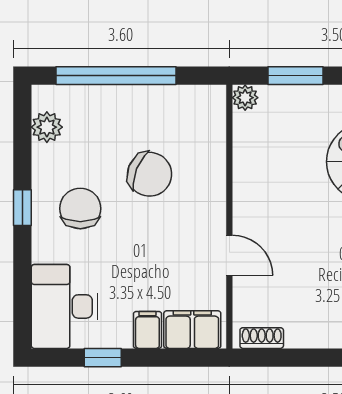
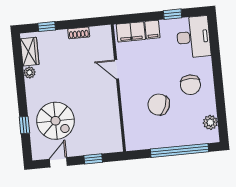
window: (296, 76) -> (93, 159), width x0.67
plant: (245, 98) -> (116, 146), removed
window: (22, 208) -> (218, 83), removed
shoe rack: (262, 338) -> (79, 33), moved

